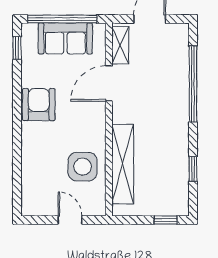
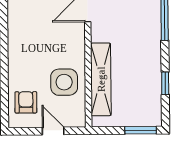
armchair: (39, 105) -> (26, 102), moved, width x0.72, depth x0.72
window: (166, 220) -> (141, 130), width x1.50

